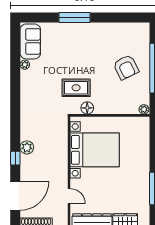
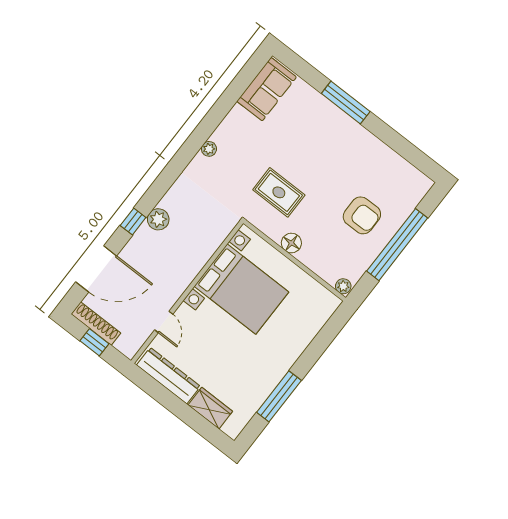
plant: (25, 65) -> (209, 149), moved
armchair: (126, 67) -> (362, 215), turned -64
floor lamp: (87, 108) -> (291, 243), moved

